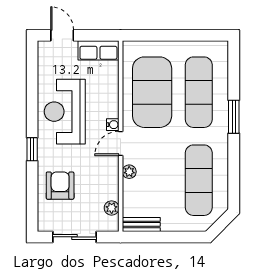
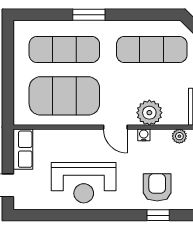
water cooler: (113, 125) -> (144, 135), moved
window: (32, 149) -> (158, 215), moved
plant: (129, 172) -> (149, 113), width x1.88, depth x1.88
armchair: (60, 186) -> (157, 187), turned 90

